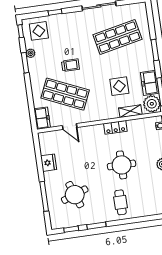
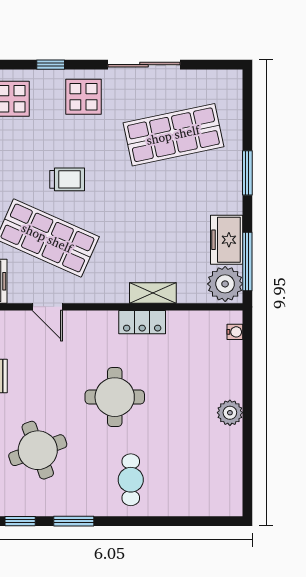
display table: (119, 86) -> (83, 97), moved
shelving: (130, 111) -> (153, 293), moved
round table: (122, 165) -> (115, 397), moved

